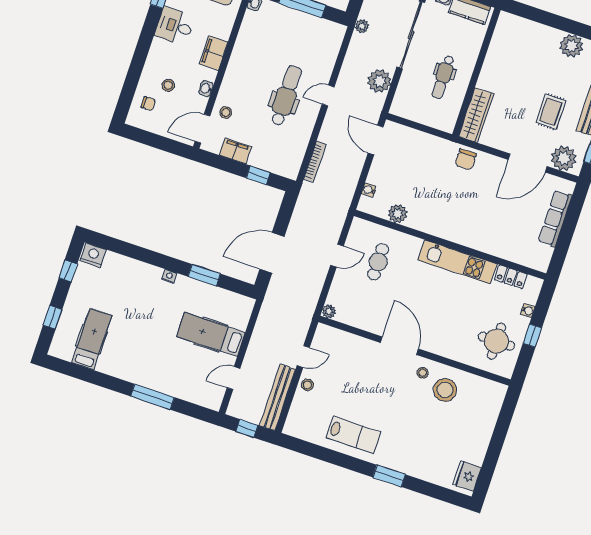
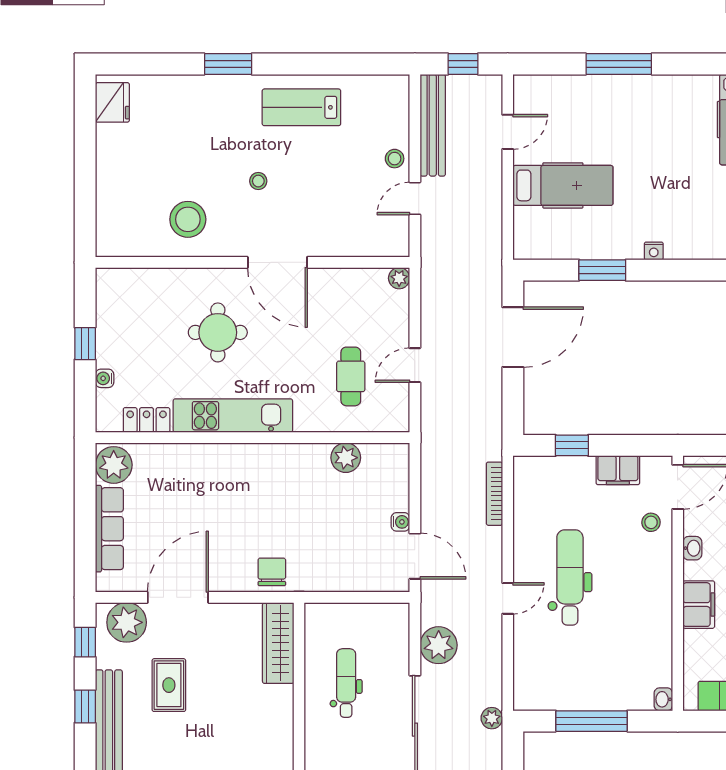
dental chair: (286, 96) -> (570, 577), turned 180
water cooler: (369, 190) -> (400, 522), moved
plant: (540, 256) -> (114, 465), added
round table: (496, 341) -> (218, 332), moved
stool: (423, 373) -> (258, 181), moved

